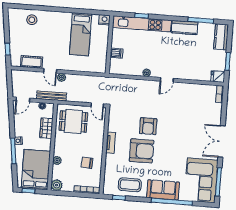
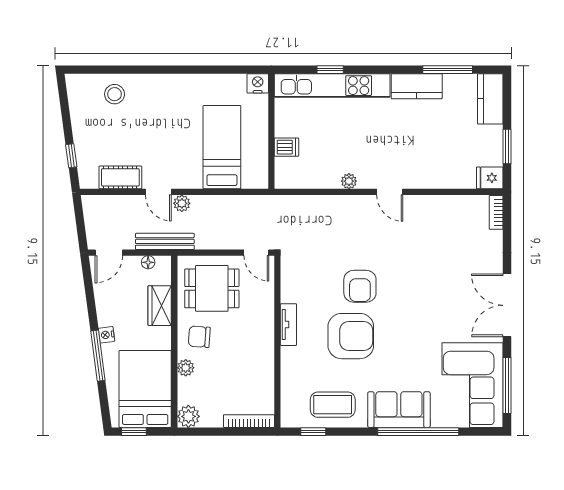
bed: (81, 34) -> (222, 147), moved, turned 180
door: (167, 80) -> (390, 192), hinge flipped
chair: (87, 163) -> (199, 337), moved

